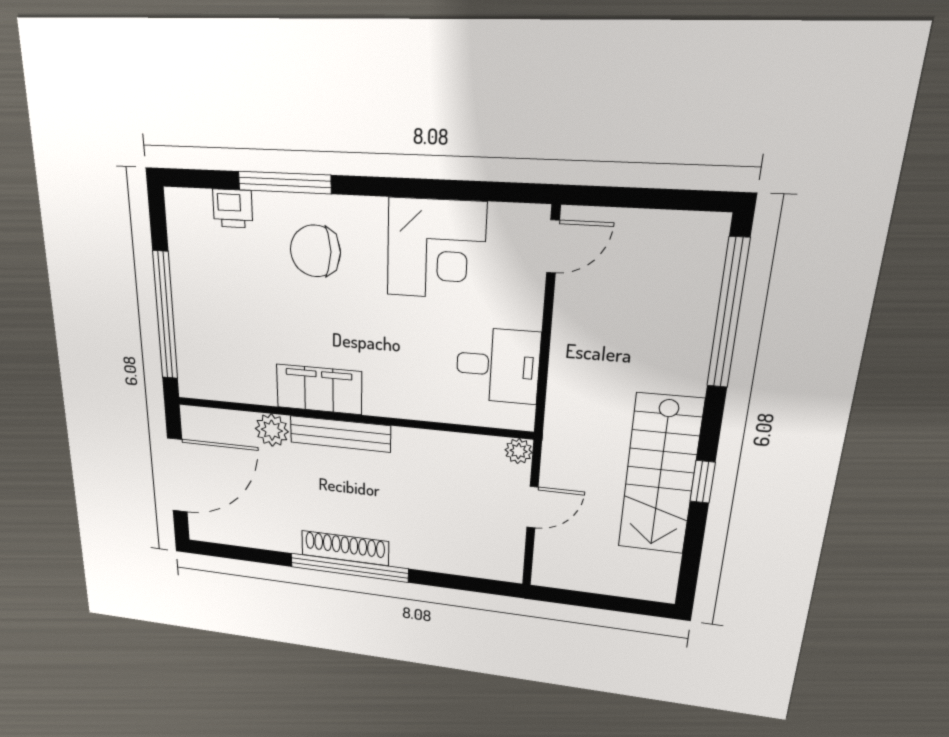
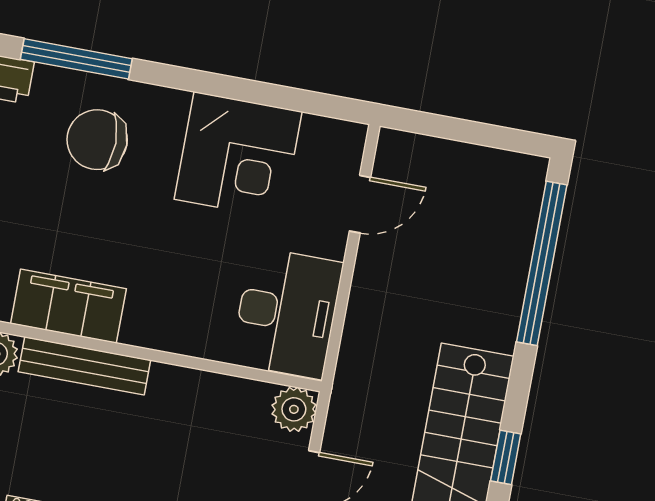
door: (553, 246) -> (360, 204), moved
desk: (498, 366) -> (287, 313), width x1.37
plant: (519, 451) -> (294, 409), width x1.38, depth x1.38

